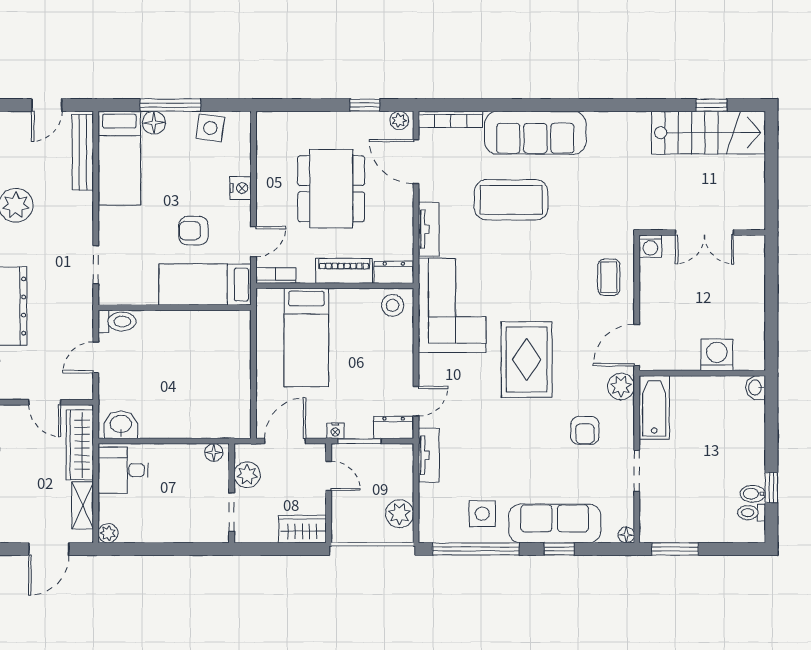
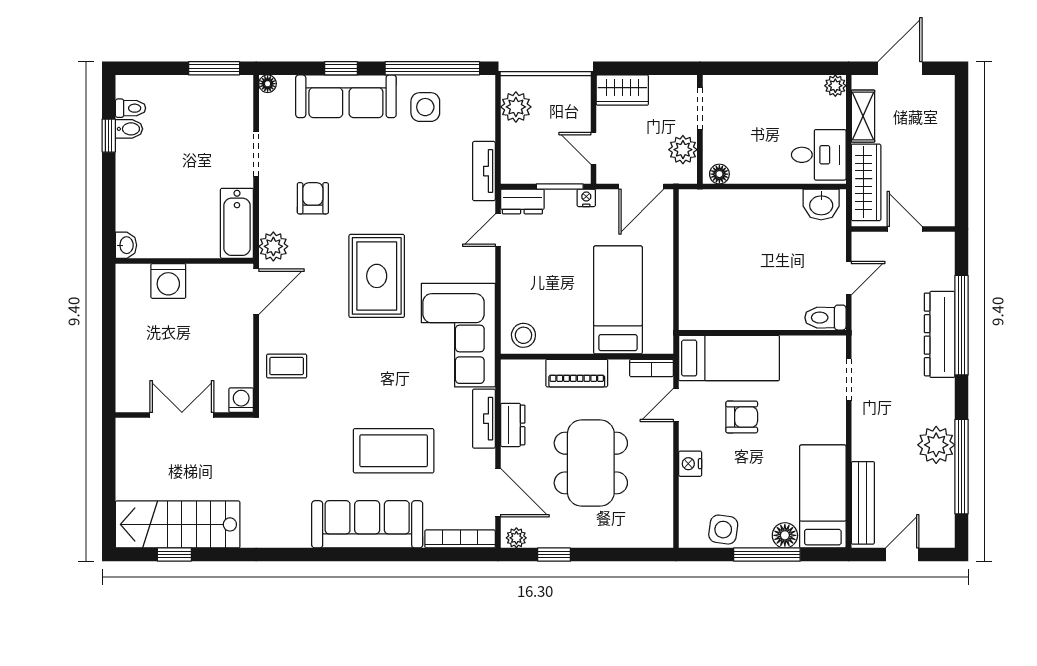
dresser: (394, 272) -> (513, 425), moved, turned -90
coffee table: (609, 277) -> (287, 366), turned 90

